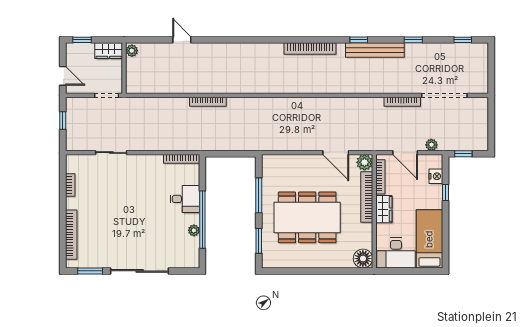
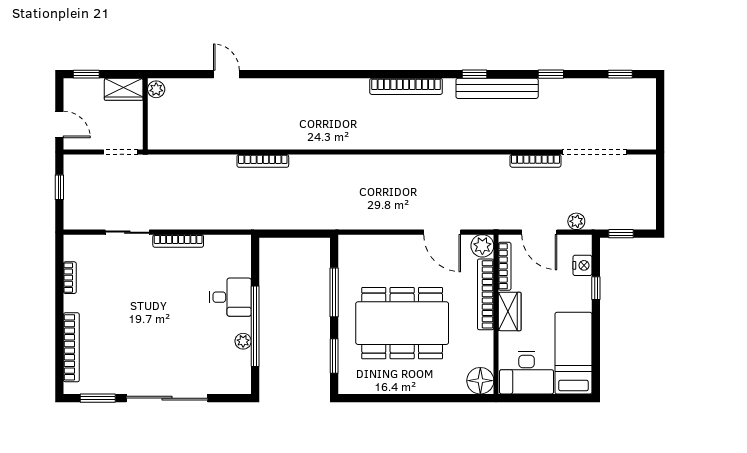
bookcase: (182, 159) -> (178, 241), moved

